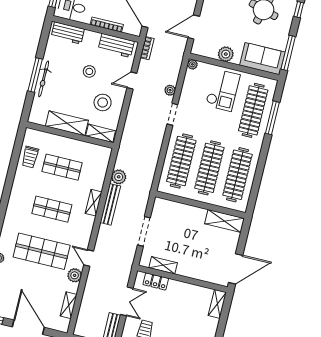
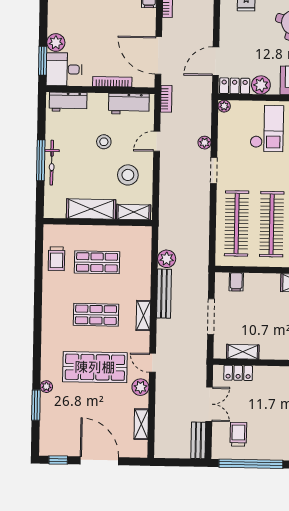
locker: (204, 50) -> (235, 86), added
shelving: (94, 203) -> (143, 315), moved
filing cabinet: (171, 208) -> (236, 282), added

